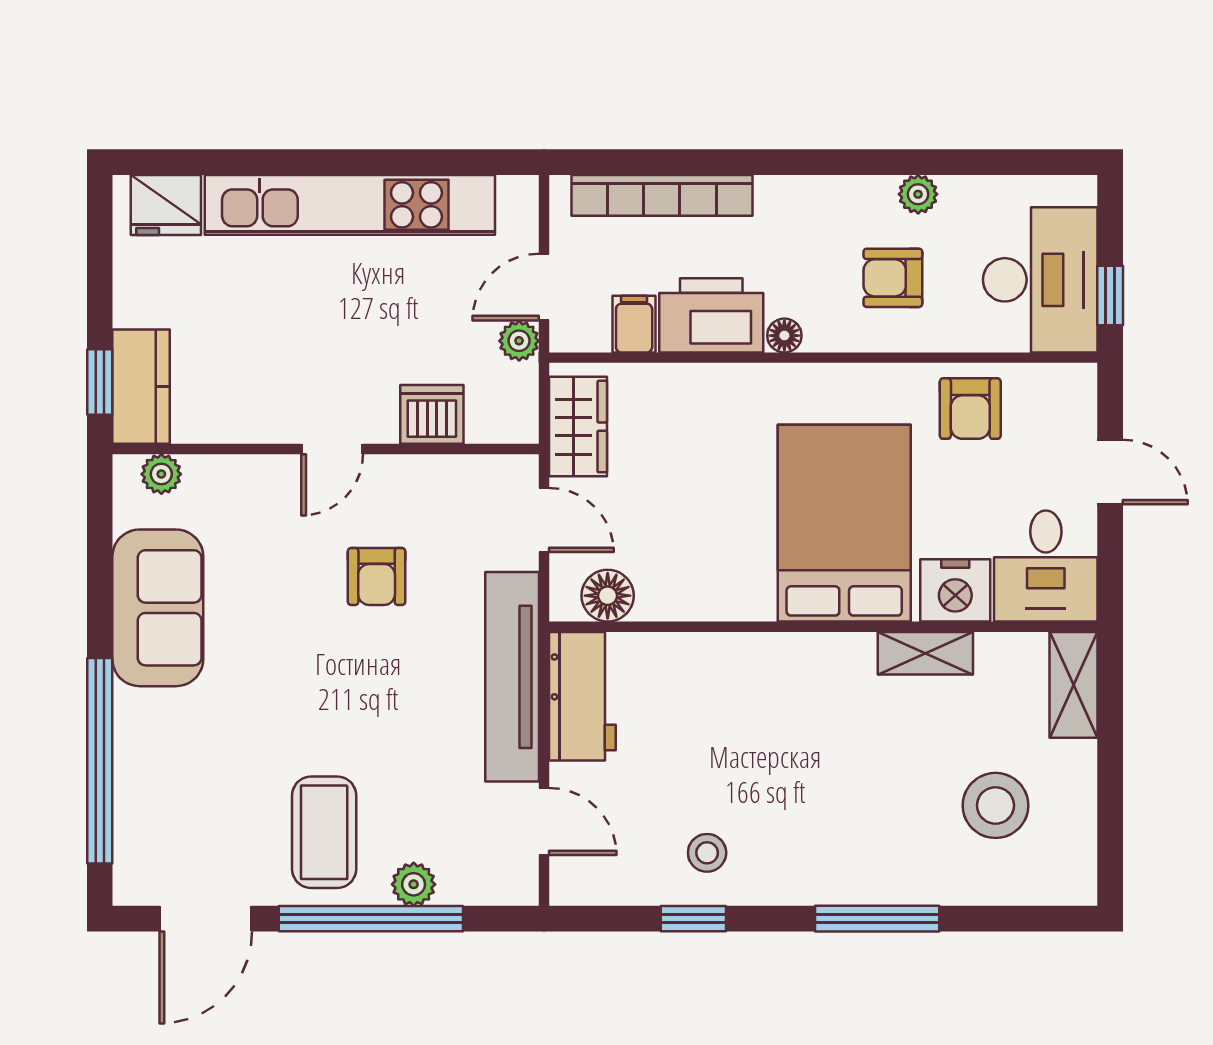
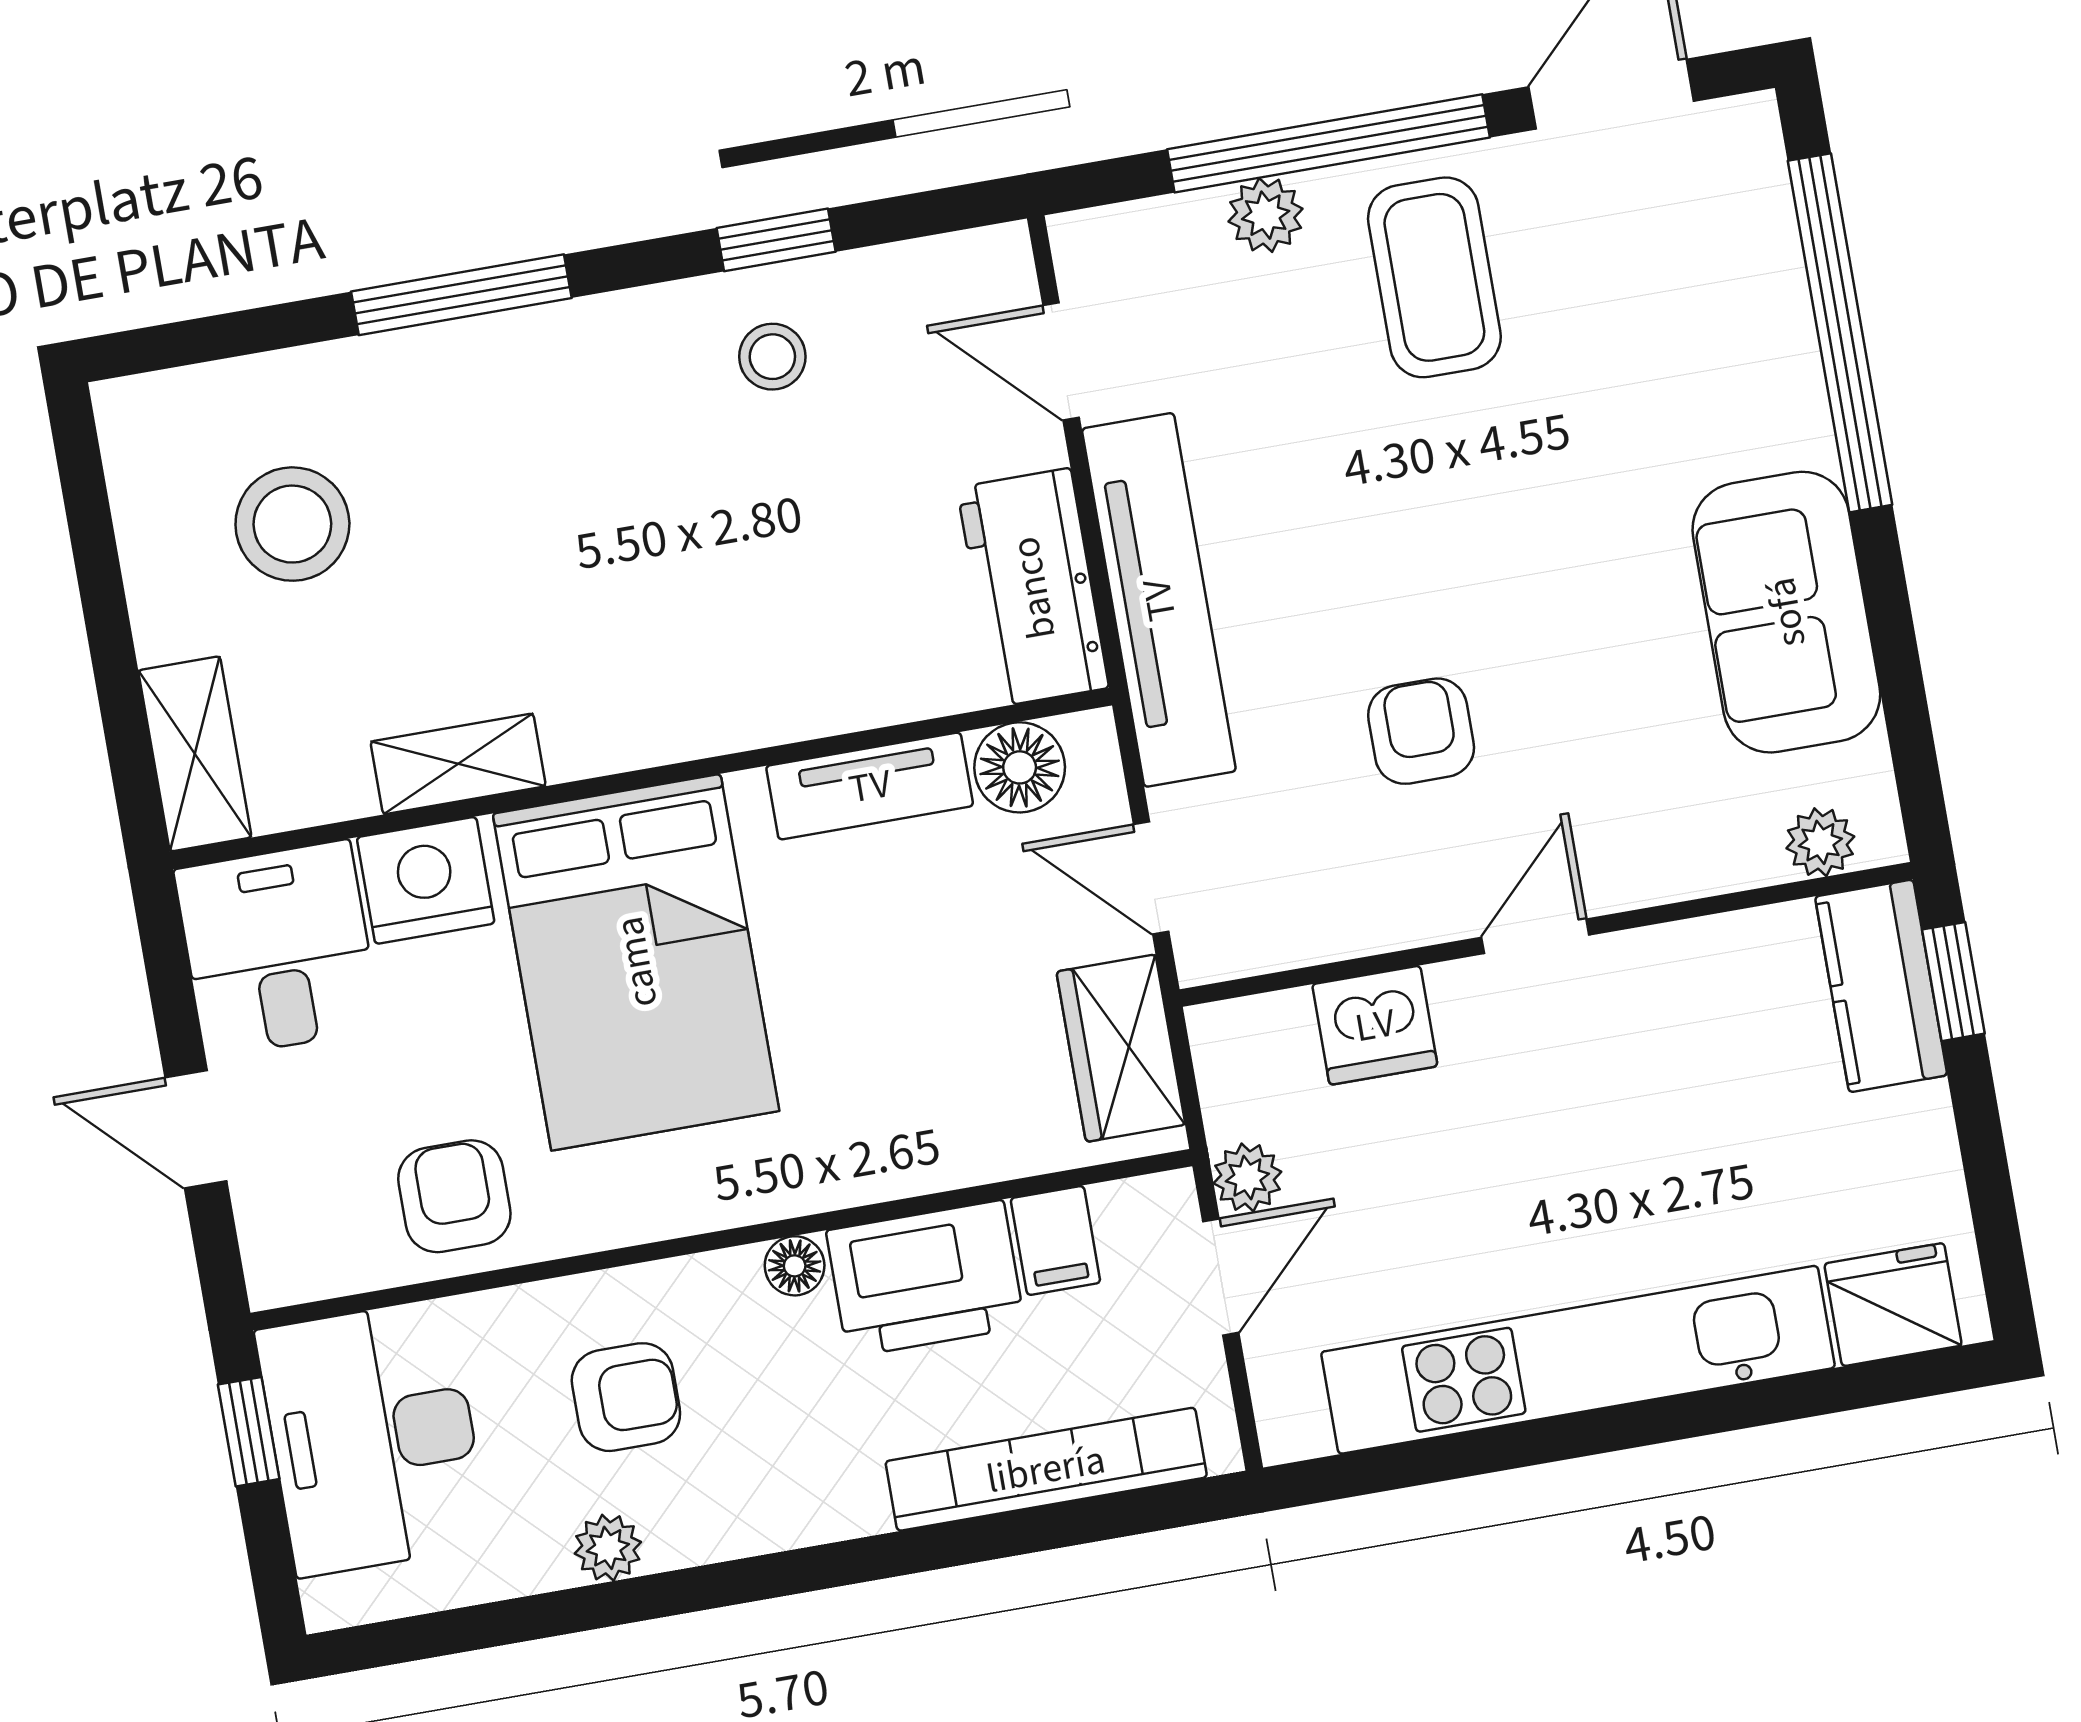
tv unit: (694, 600) -> (870, 786), added

